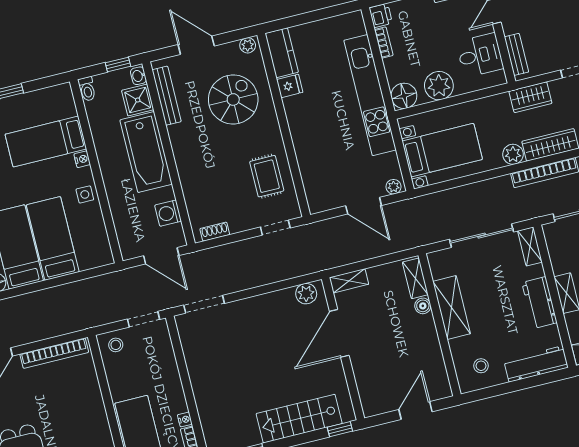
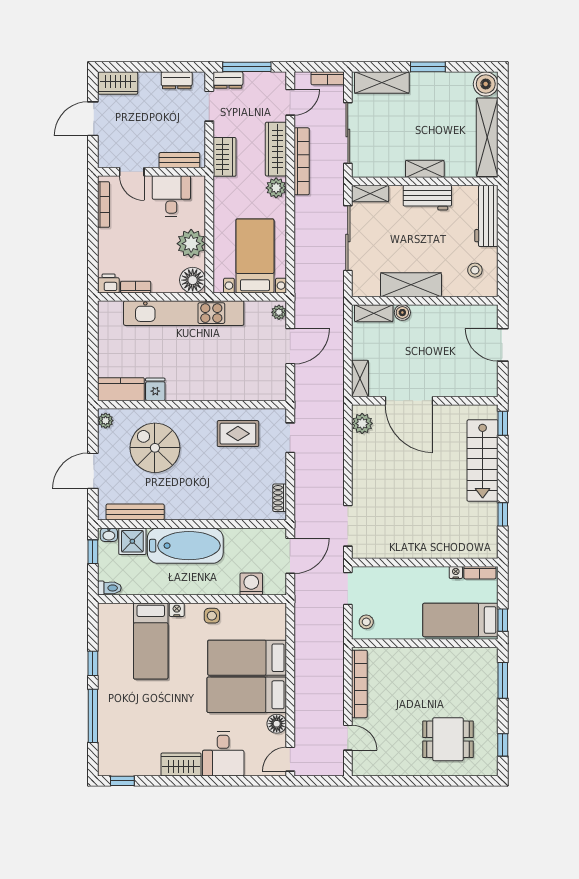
washing machine: (168, 213) -> (251, 584), moved, turned 180

